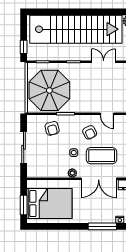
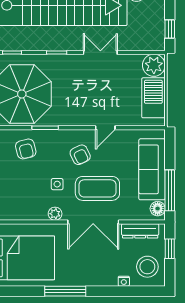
door: (107, 114) -> (105, 128), hinge flipped
window: (102, 226) -> (65, 291), moved

